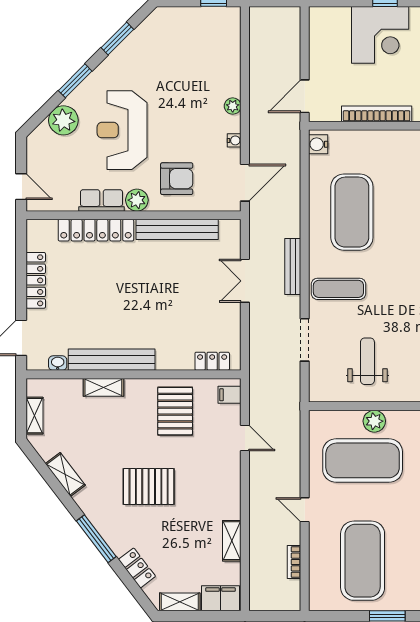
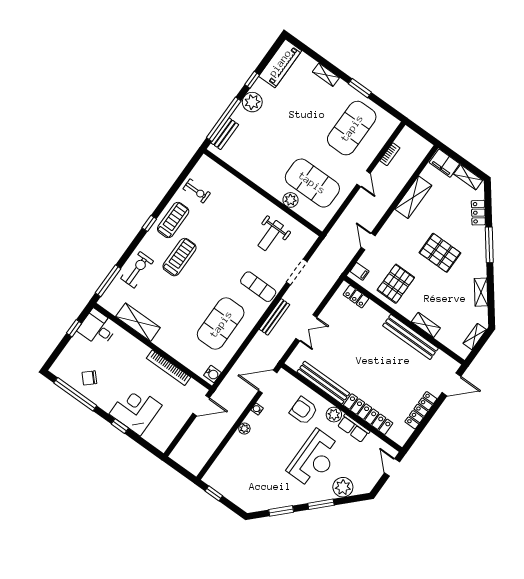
washbasin: (58, 363) -> (441, 356), removed
shelving: (232, 541) -> (413, 197), width x1.50, depth x1.33

